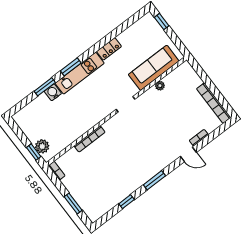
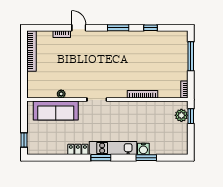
window: (71, 67) -> (101, 158), moved
window: (73, 204) -> (191, 56), width x1.44

